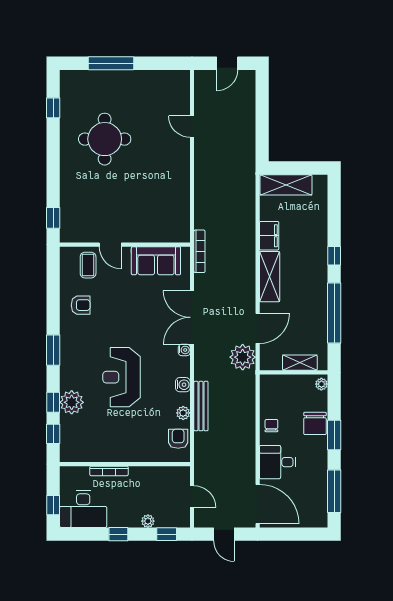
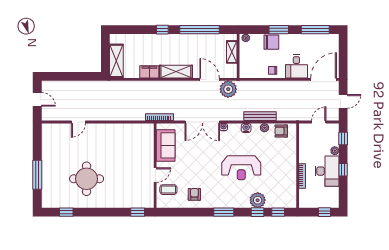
desk: (83, 509) -> (327, 171), moved

